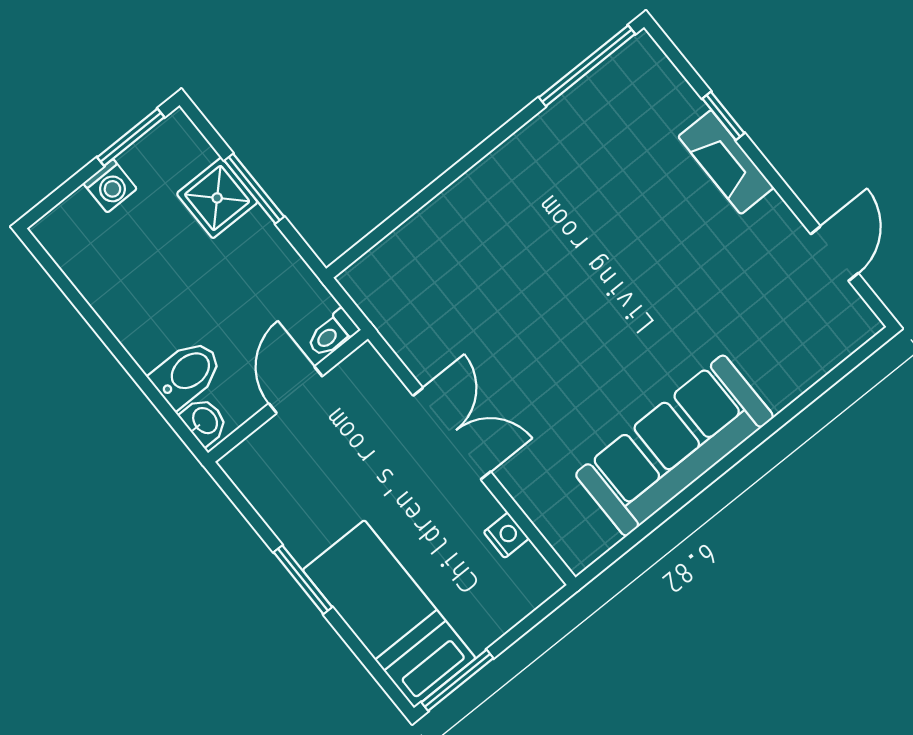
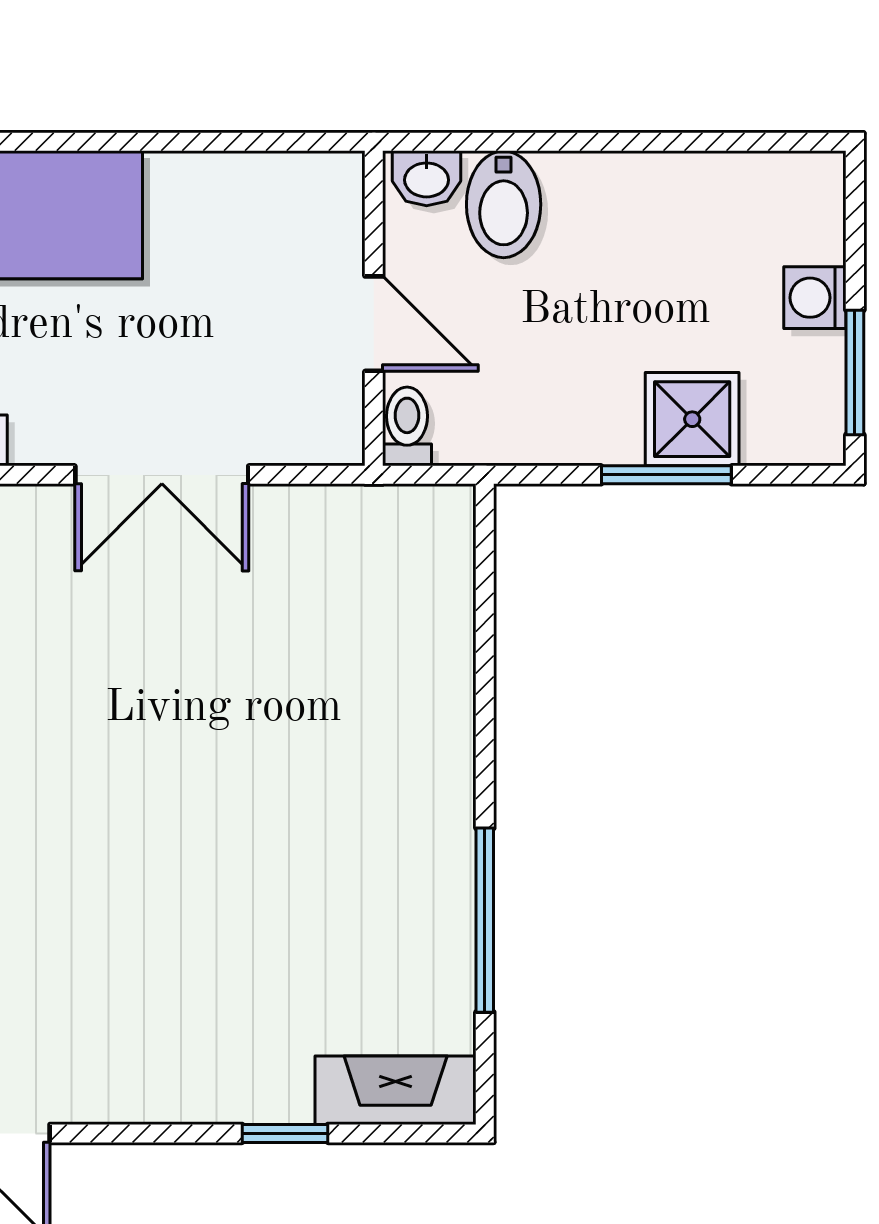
window: (587, 66) -> (485, 920), moved
fireplace: (726, 162) -> (396, 1090), moved
window: (303, 580) -> (130, 142), removed

